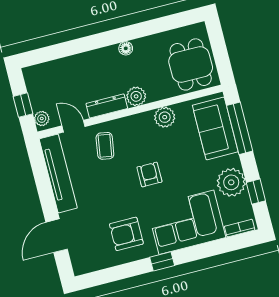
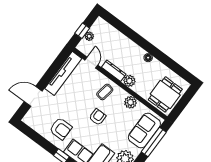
plant: (42, 119) -> (89, 36), moved
coffee table: (105, 146) -> (105, 92), moved
armchair: (126, 234) -> (61, 129), turned 180

